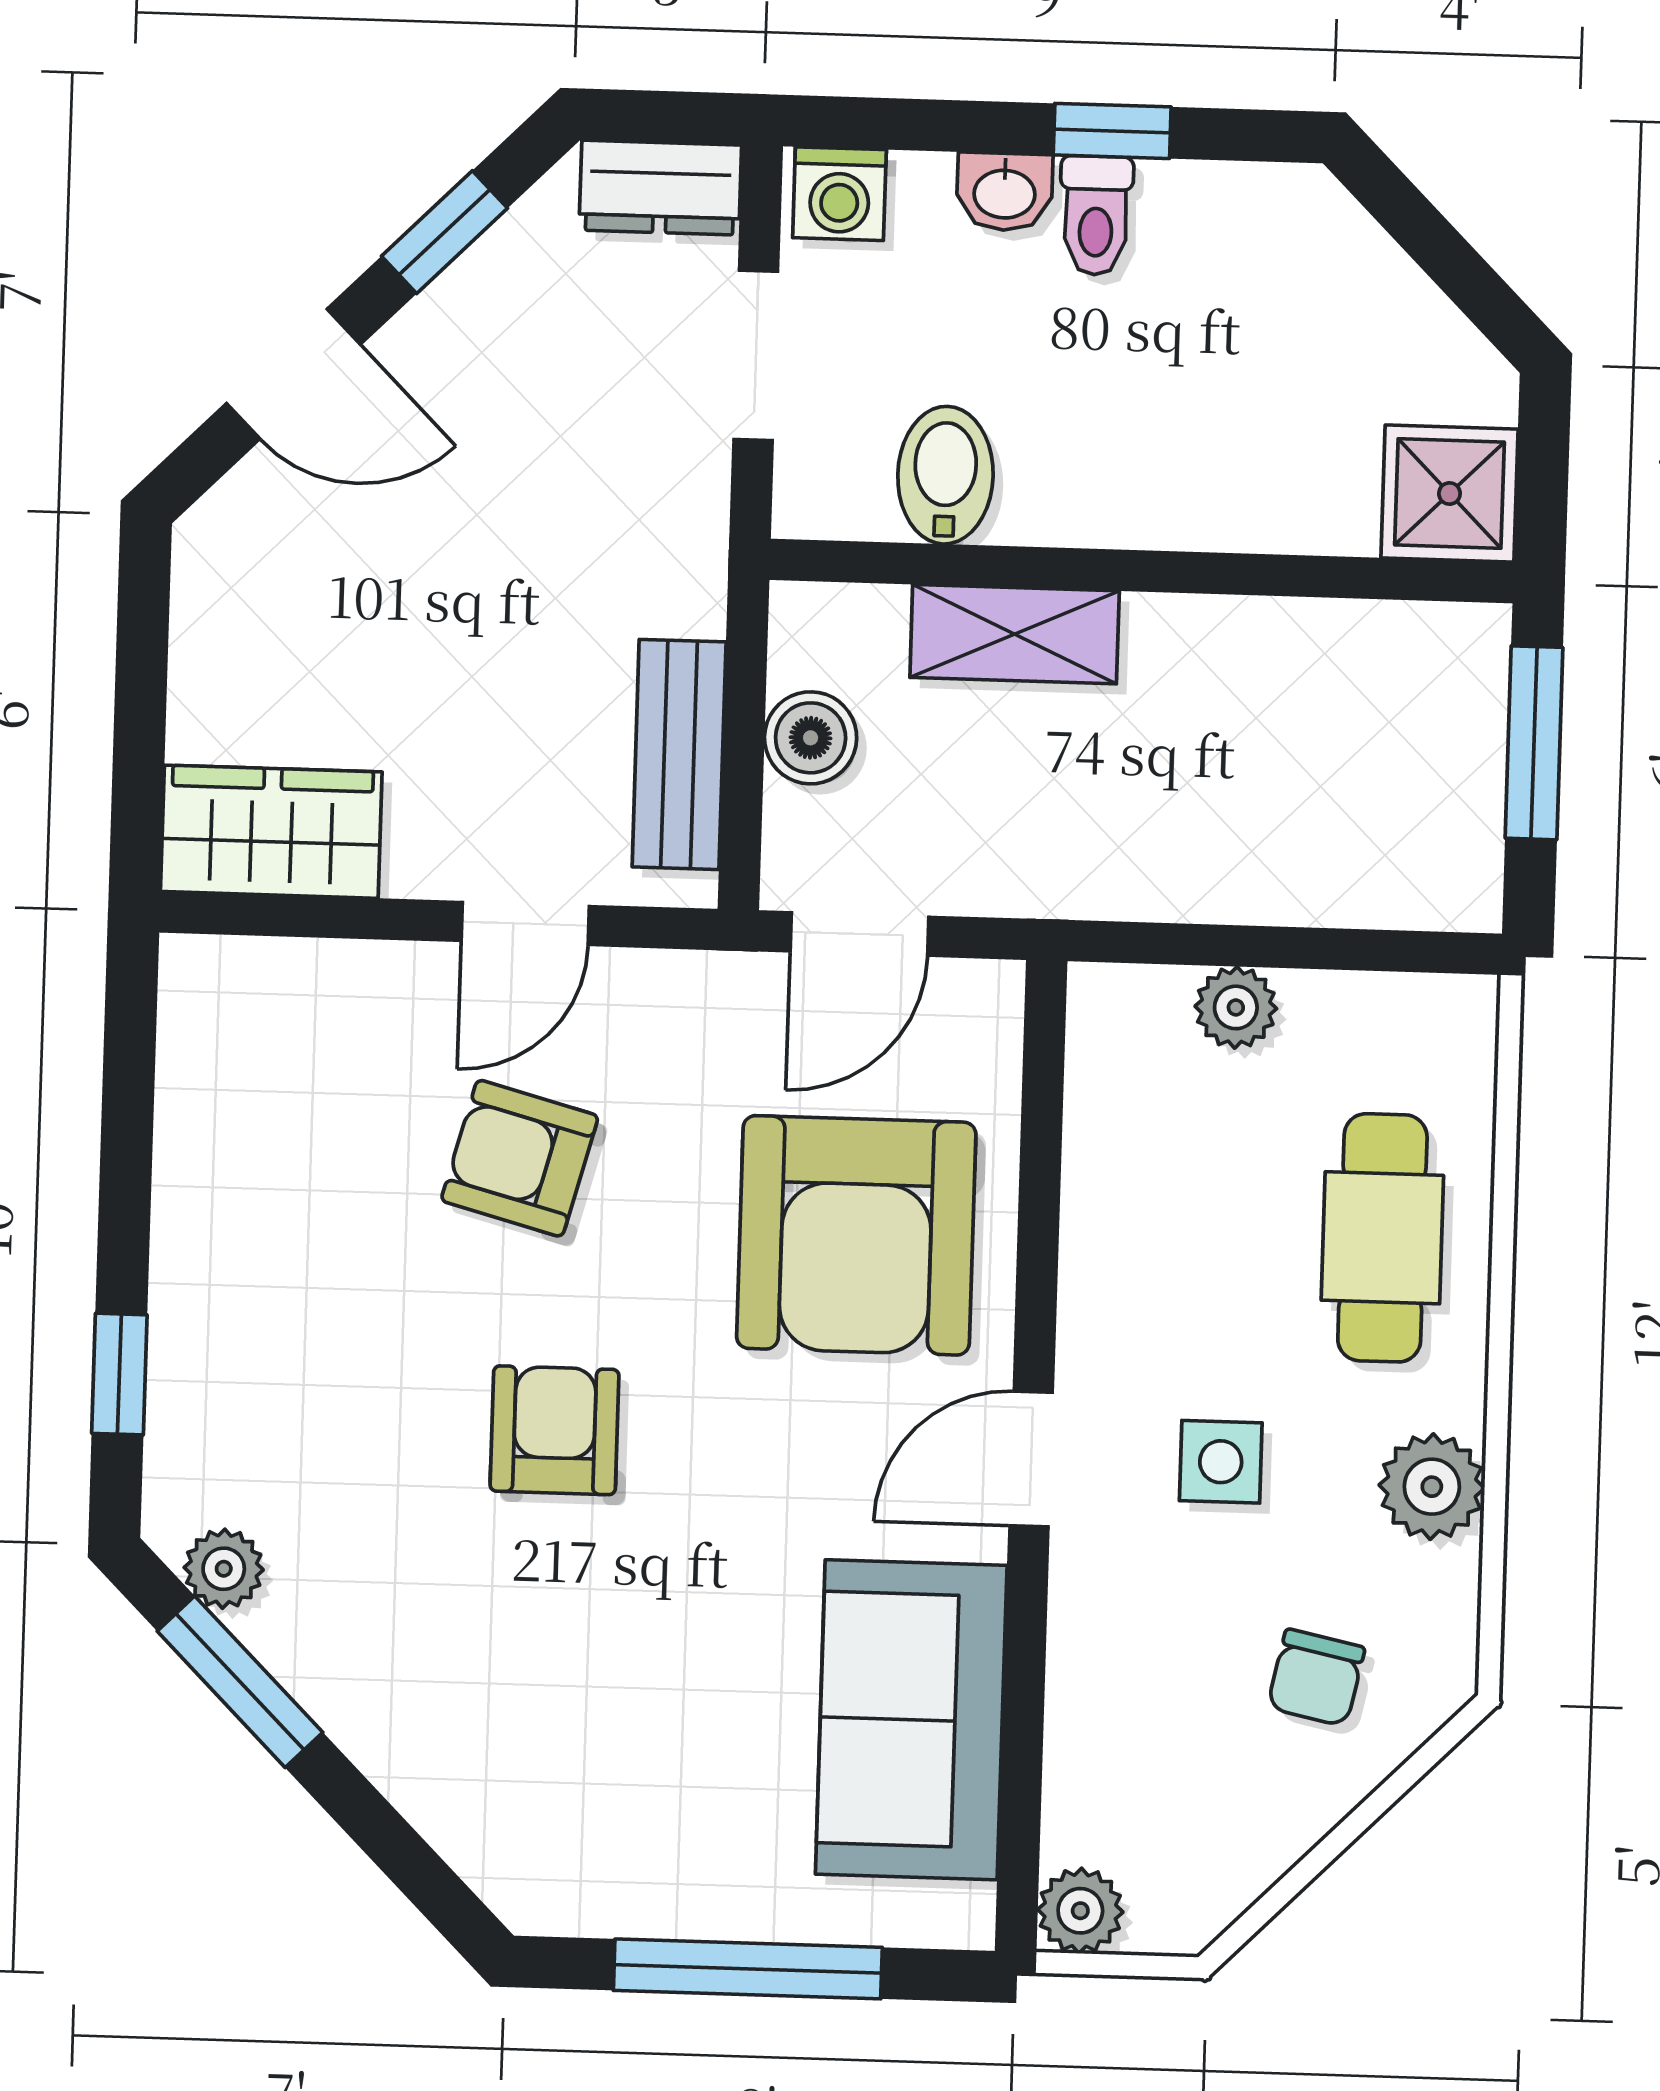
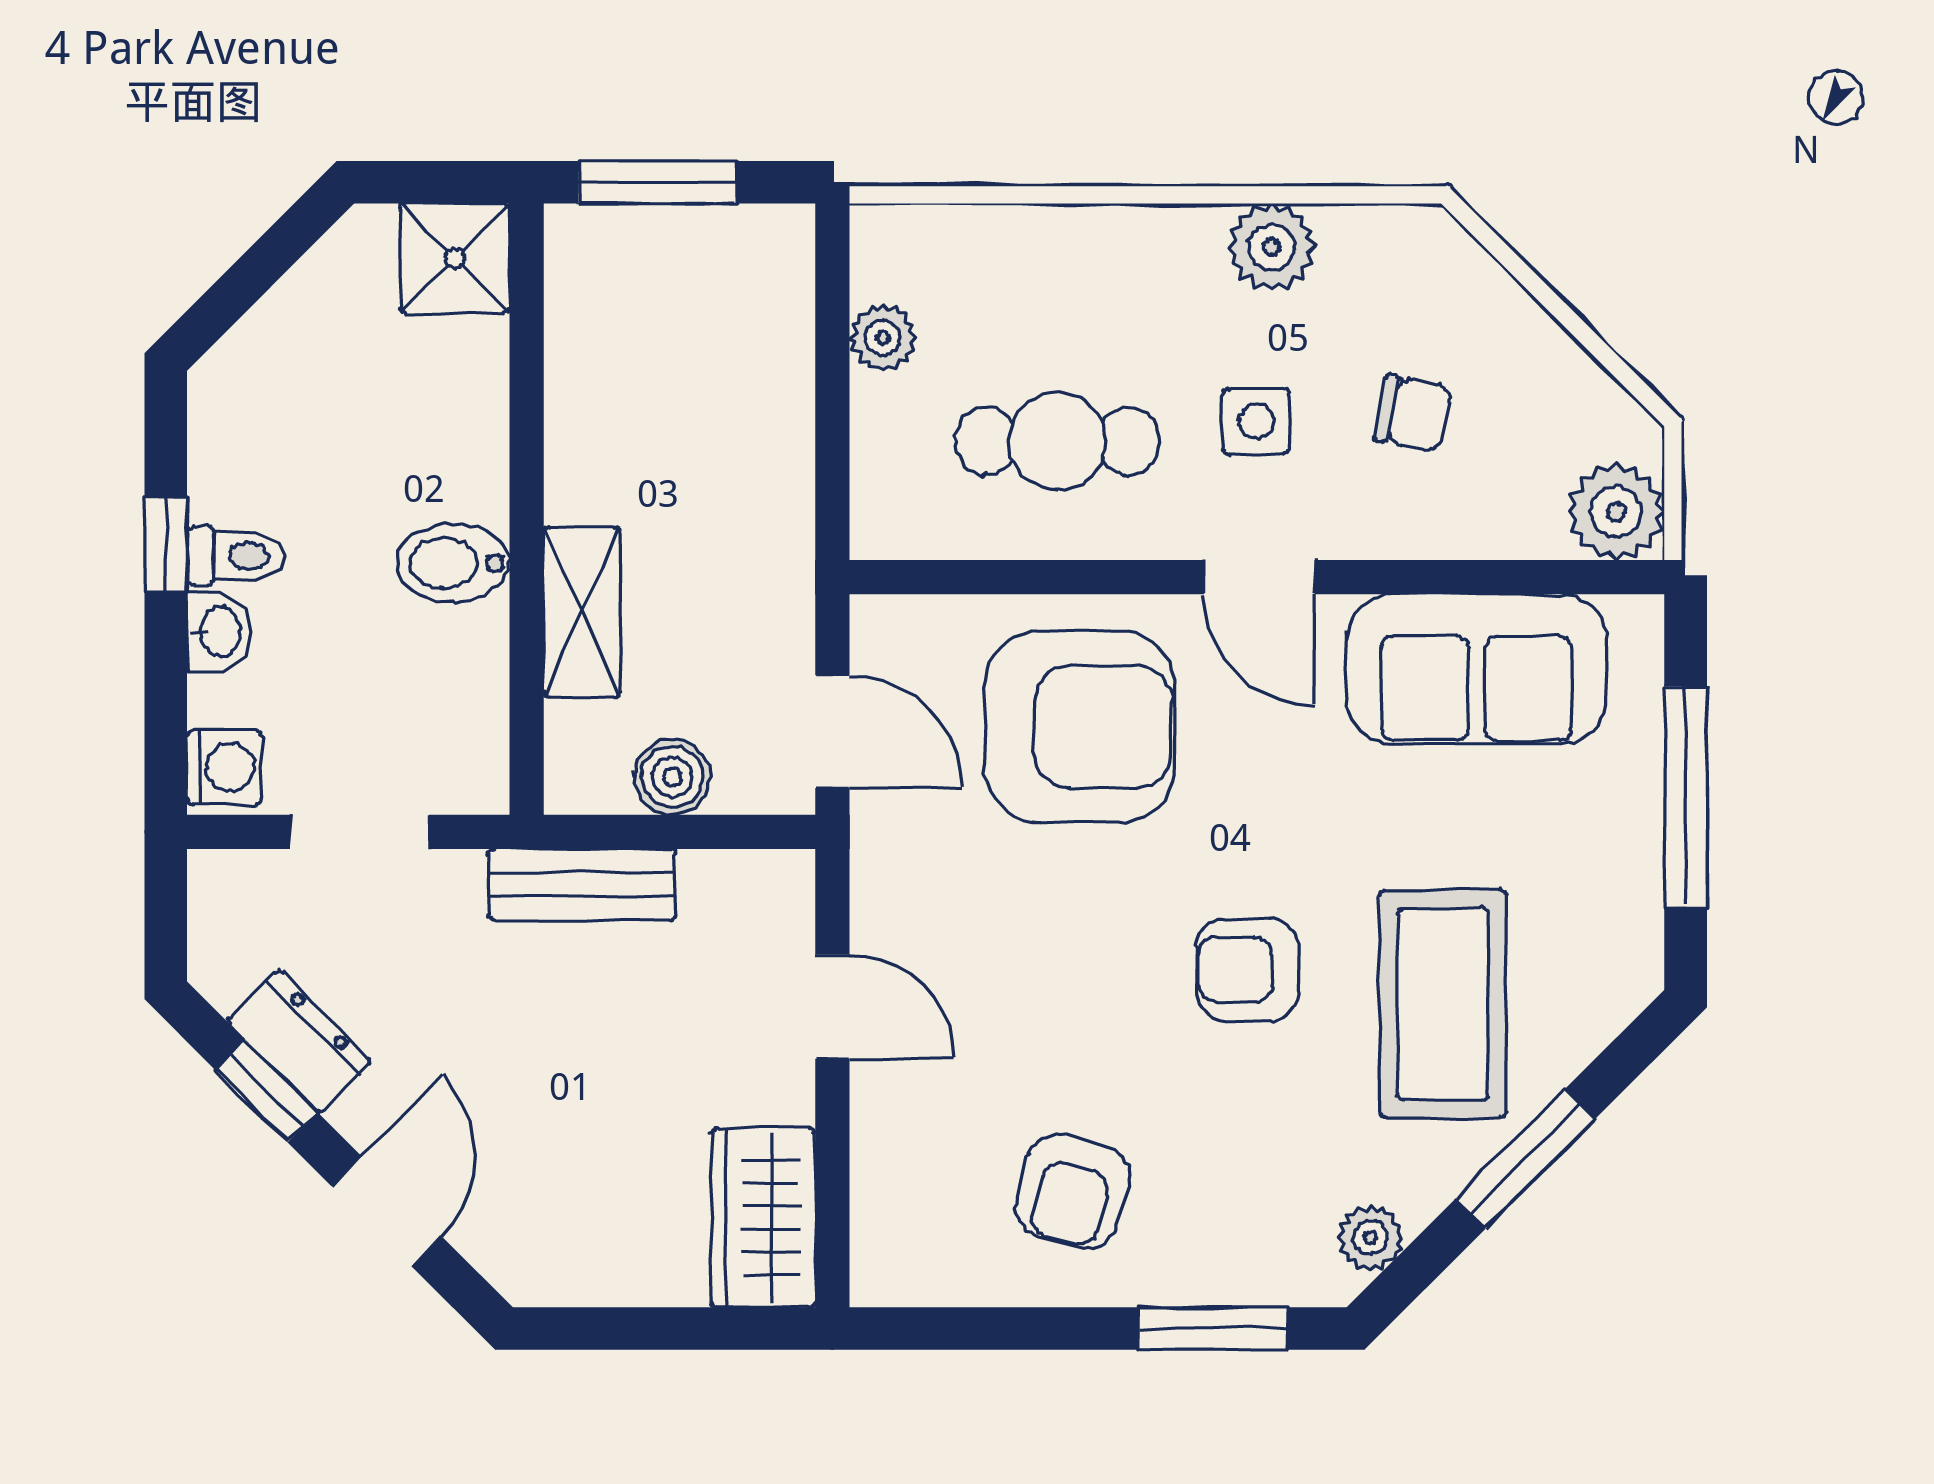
dresser: (660, 188) -> (299, 1041), moved, turned -45
bidet: (945, 475) -> (453, 563), moved
bench: (679, 754) -> (582, 885), moved
plant: (1236, 1007) -> (883, 338), moved
armchair: (520, 1158) -> (1073, 1192), moved
cafe table: (1382, 1238) -> (1057, 441), moved
window: (119, 1374) -> (1213, 1328), width x1.50
coffee table: (505, 1666) -> (1443, 1004), added
chair: (1316, 1678) -> (1413, 414), moved
window: (240, 1682) -> (1525, 1159), moved
plant: (1080, 1911) -> (1616, 512), width x1.38, depth x1.38

